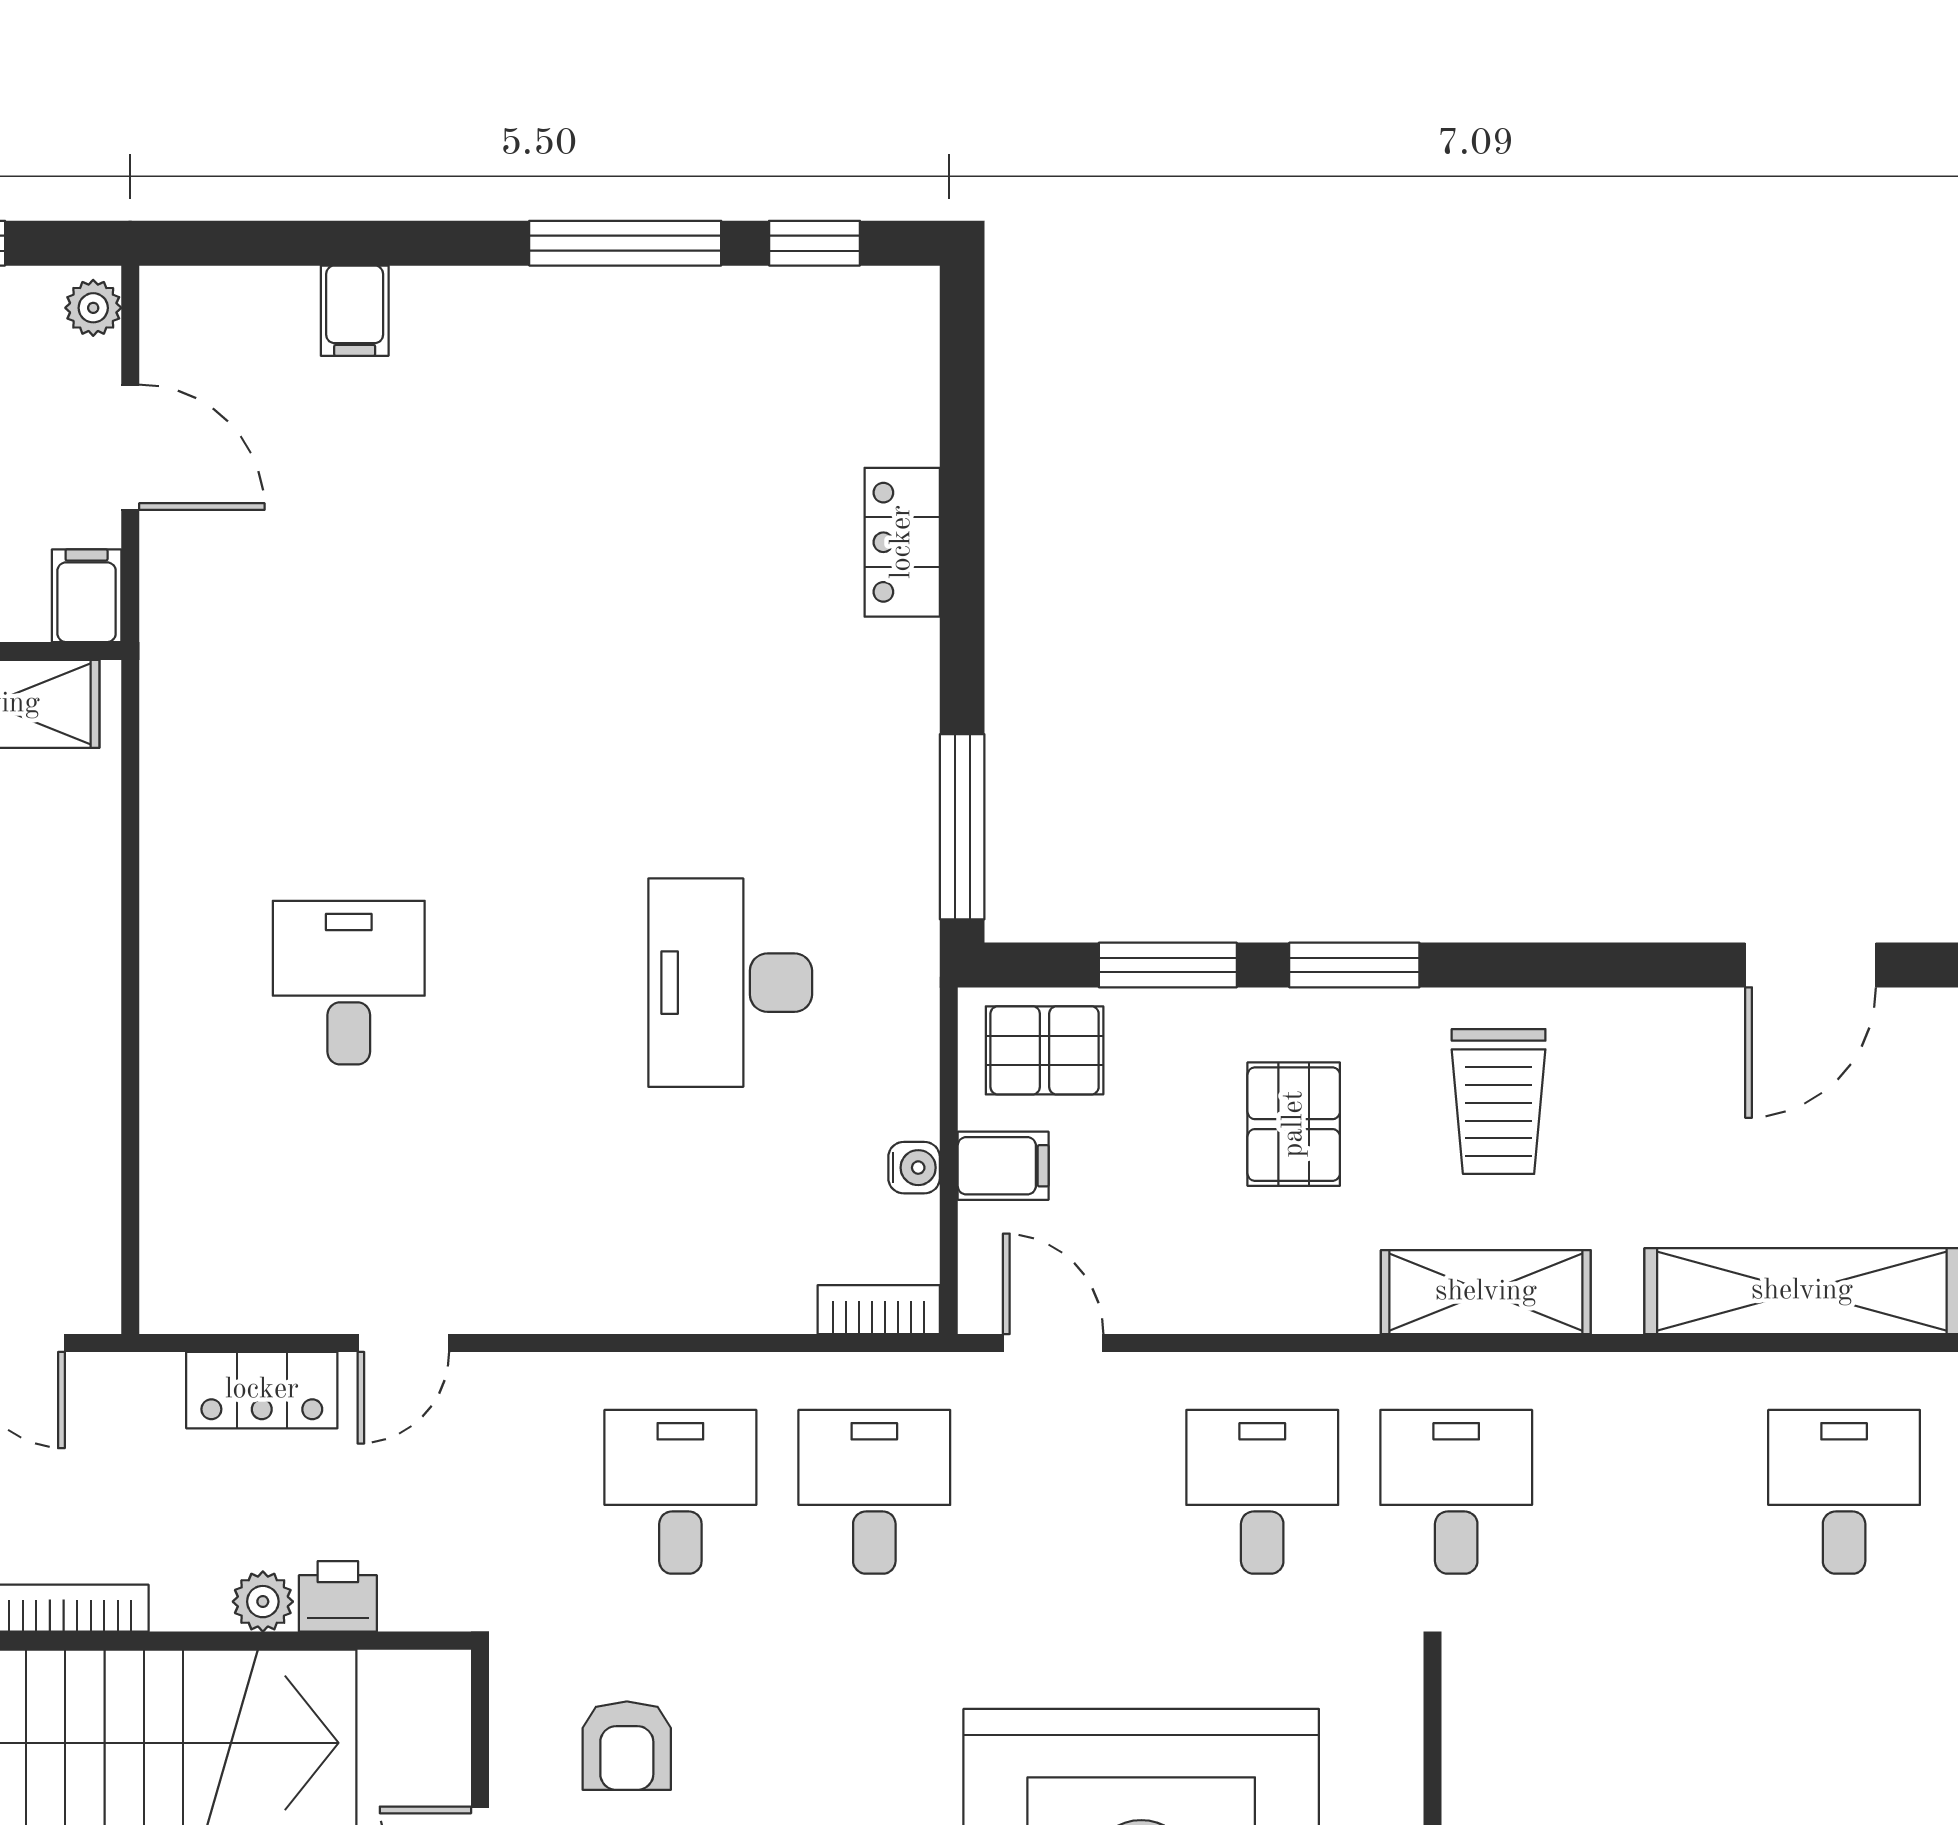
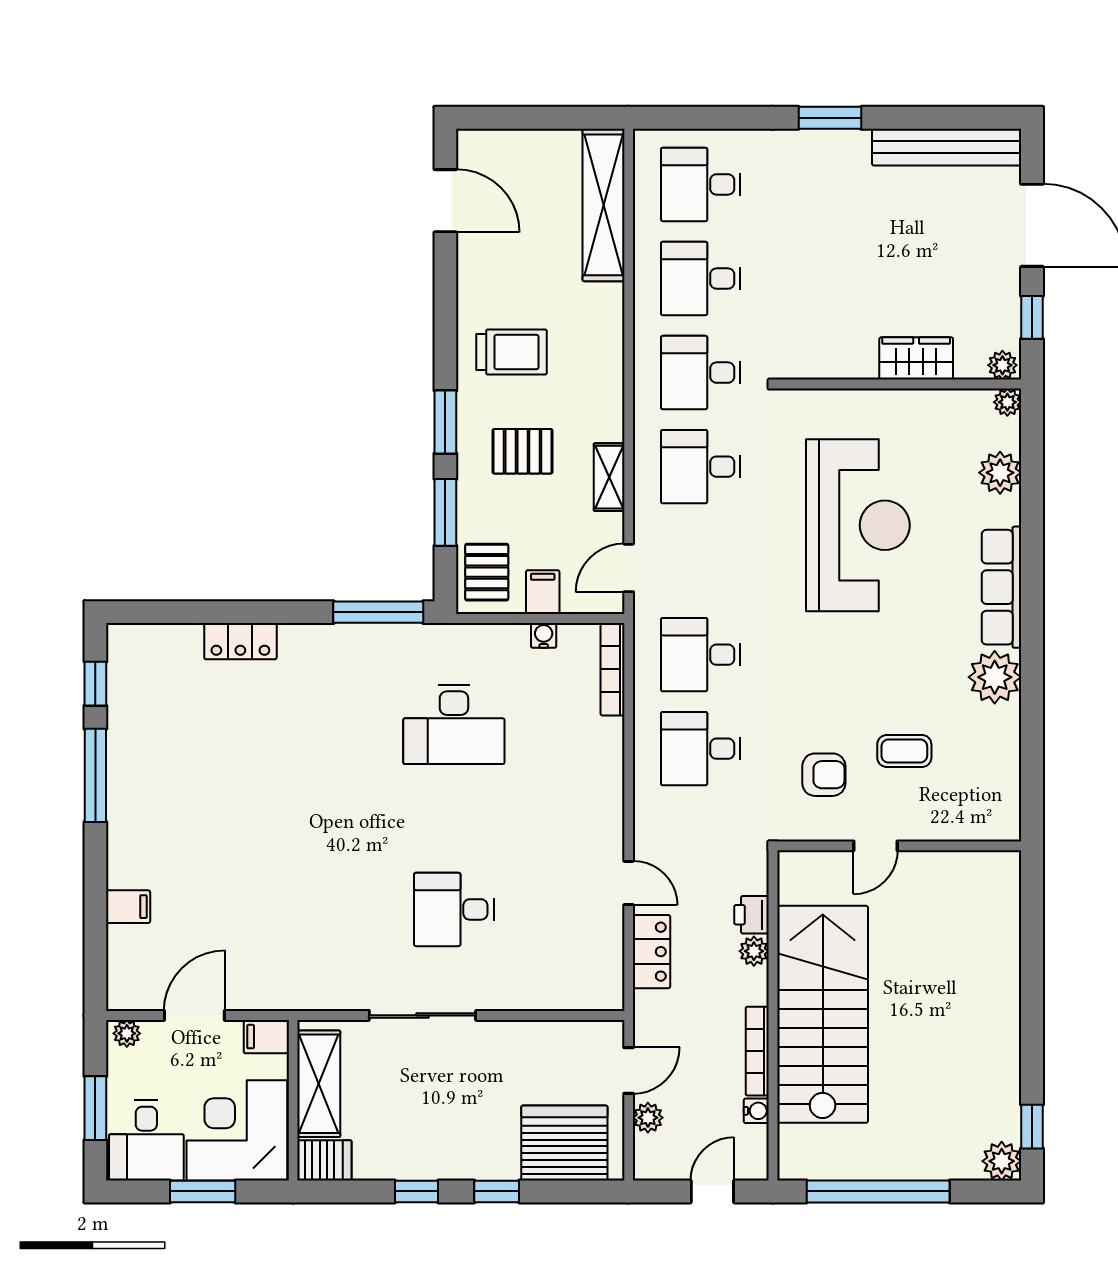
sliding door: (130, 918) -> (422, 1015), added
shelving: (1486, 1292) -> (609, 477), moved, width x0.67, depth x0.75
bookcase: (879, 1310) -> (612, 669), width x1.56
desk: (1650, 1492) -> (701, 279), added

